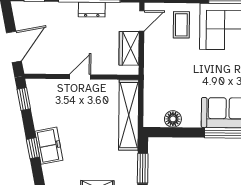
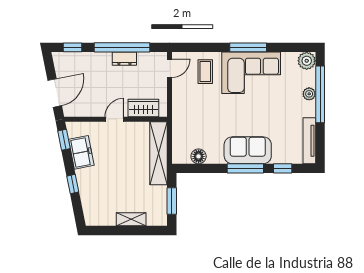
wardrobe: (129, 48) -> (143, 108), moved, turned 90
freezer: (49, 146) -> (81, 152), moved

